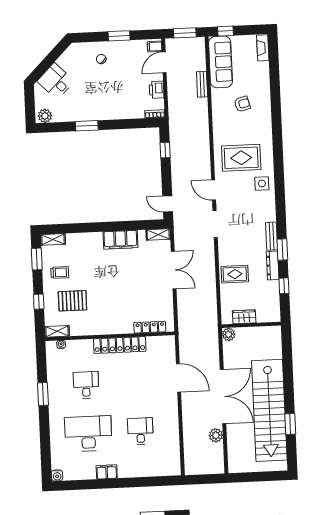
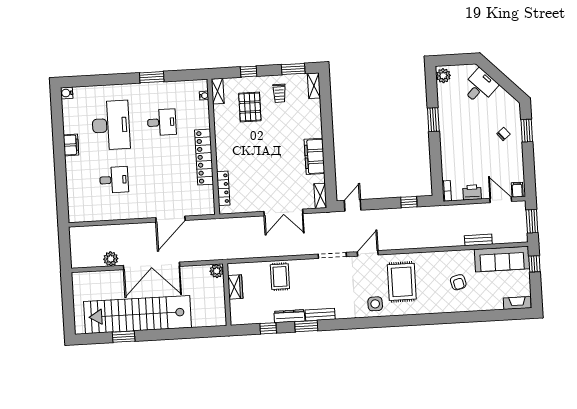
window: (119, 36) -> (527, 131), moved

